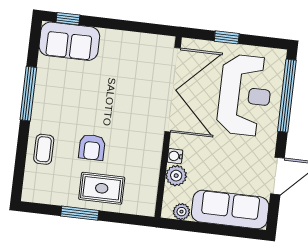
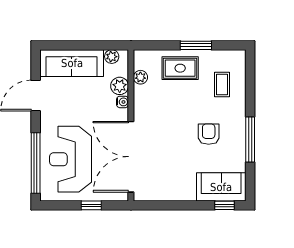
armchair: (92, 147) -> (209, 134), moved
coffee table: (44, 149) -> (222, 85), moved
plant: (150, 183) -> (140, 77), added

